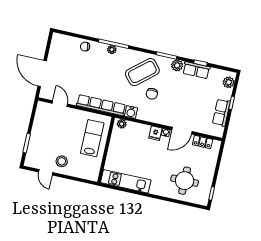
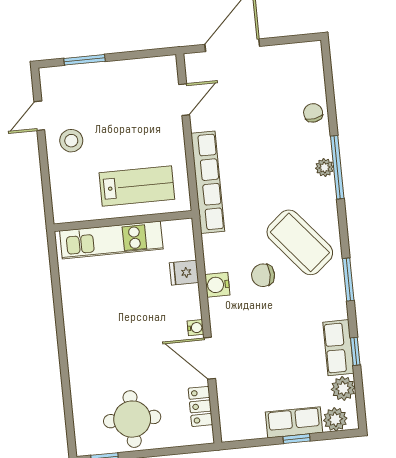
plant: (177, 65) -> (343, 388), moved
water cooler: (131, 112) -> (217, 285), moved
row of seats: (221, 113) -> (294, 422), moved
plant: (122, 124) -> (184, 235), removed
fridge: (155, 133) -> (184, 273), moved
kitchen unit: (126, 181) -> (111, 240), moved, turned 90
round table: (185, 181) -> (132, 419), moved

